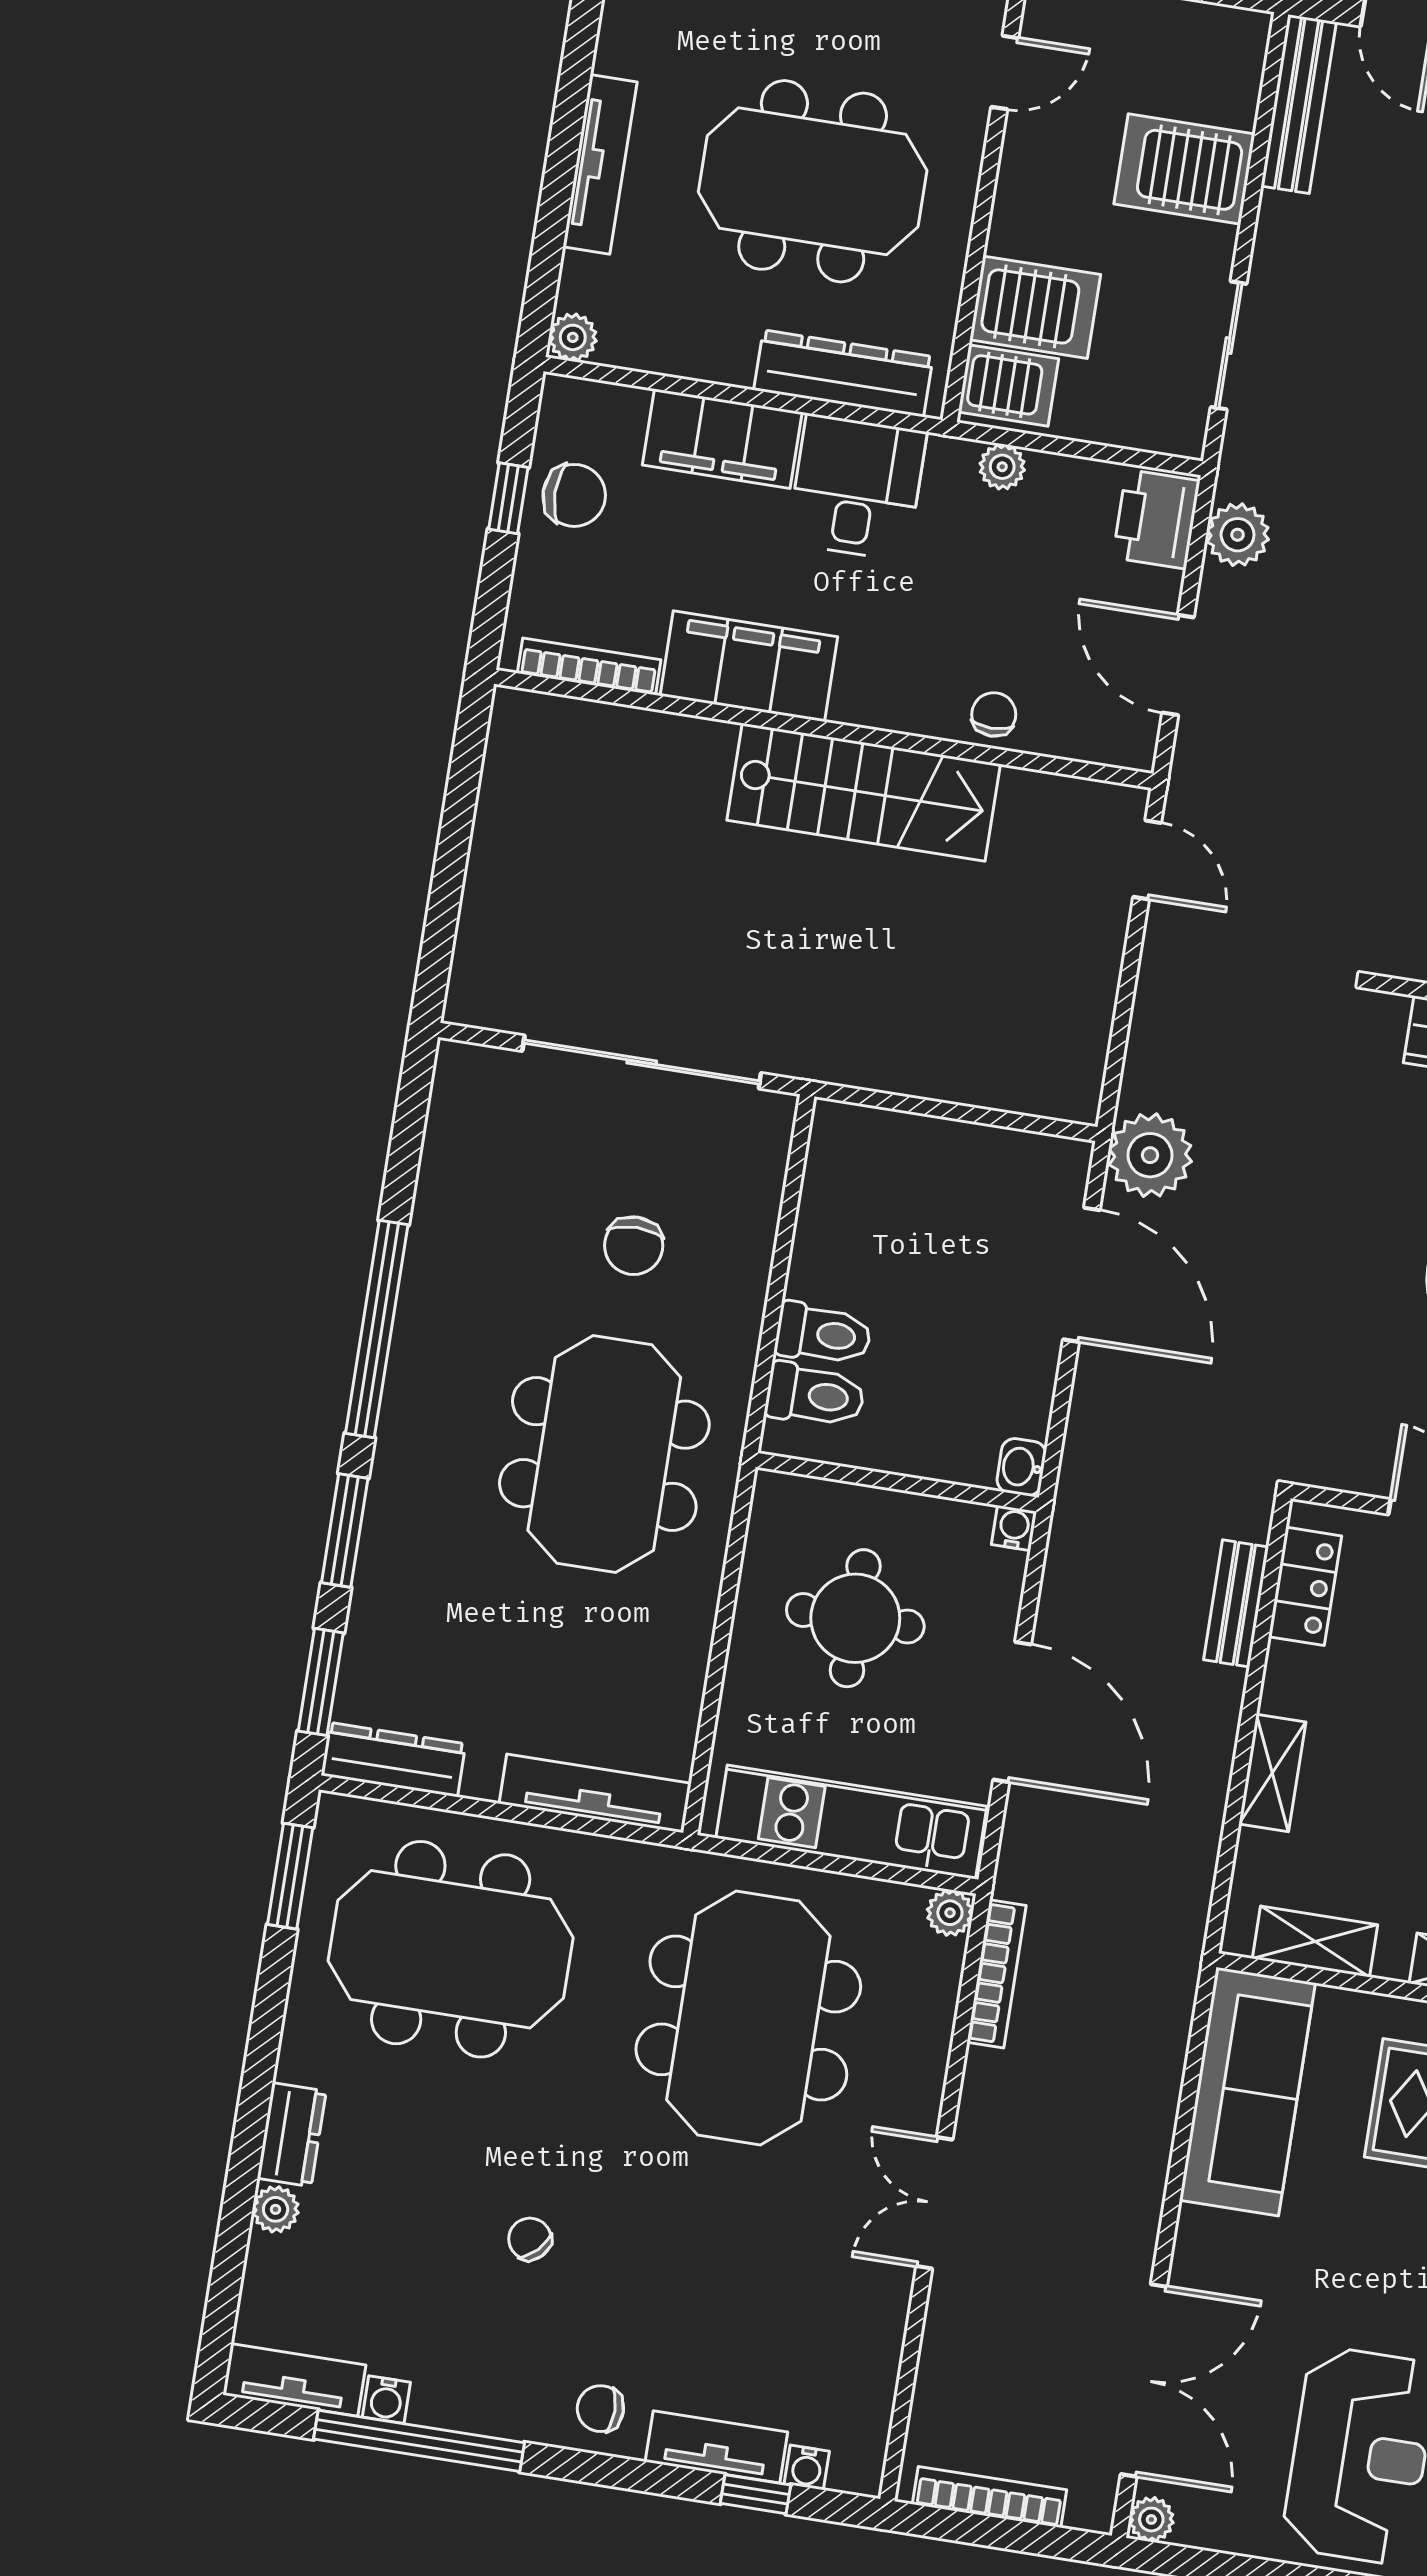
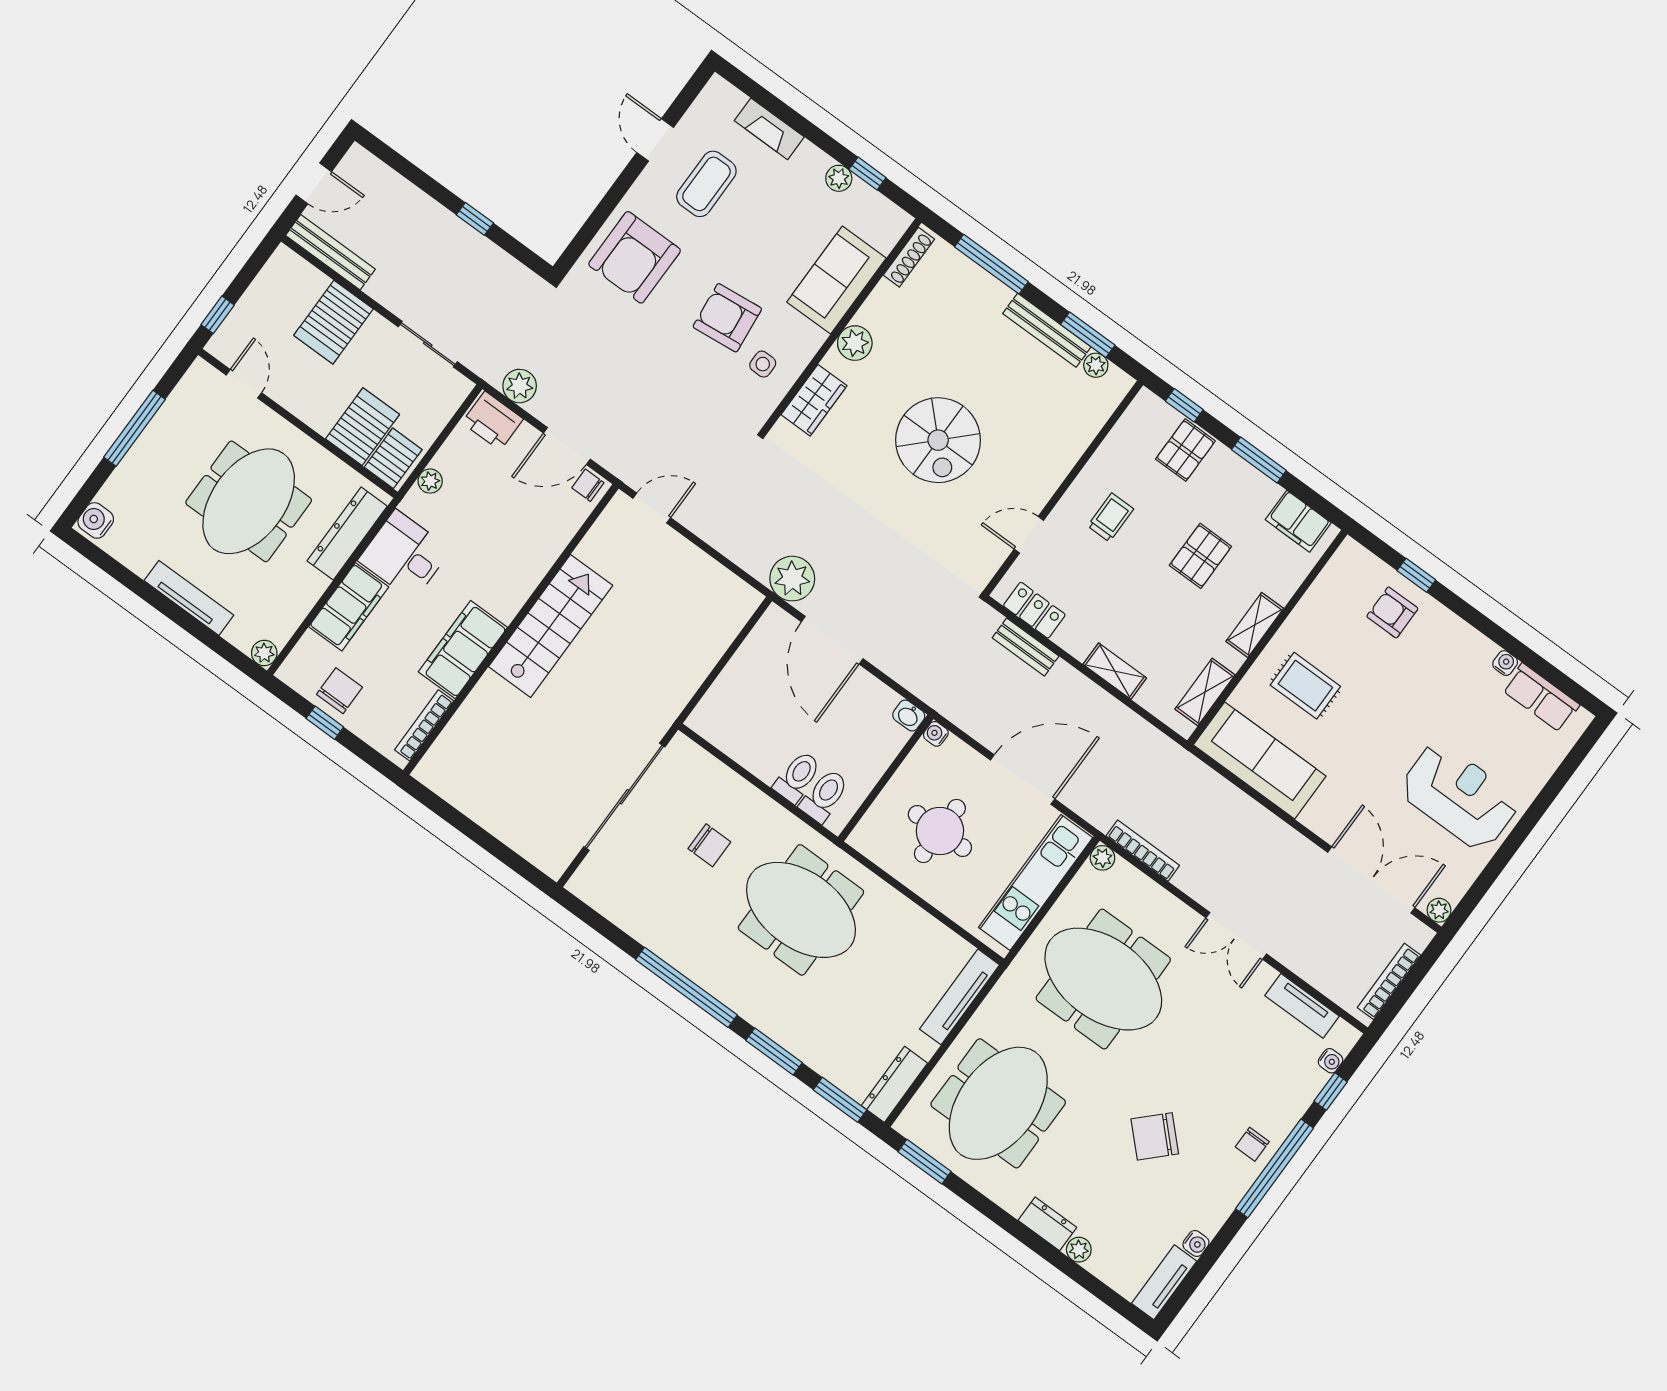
chair: (994, 714) -> (588, 485), moved
door: (1081, 1275) -> (832, 640), swing flipped
chair: (530, 2239) -> (1155, 1136), width x1.87, depth x1.87
window: (419, 2441) -> (1274, 1168), moved
tv unit: (716, 2447) -> (1302, 1006), moved, turned -90

